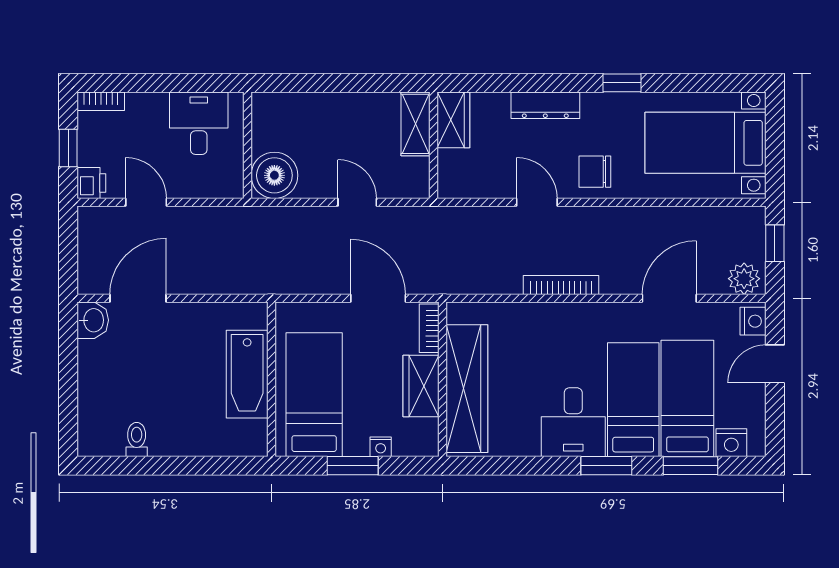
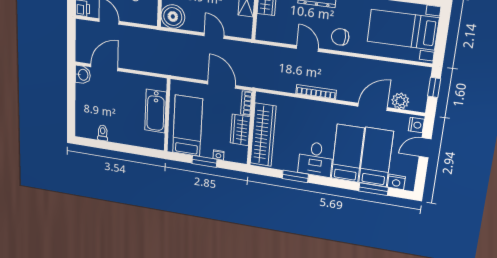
plant: (744, 279) -> (400, 101), moved
window: (606, 466) -> (295, 176), moved

